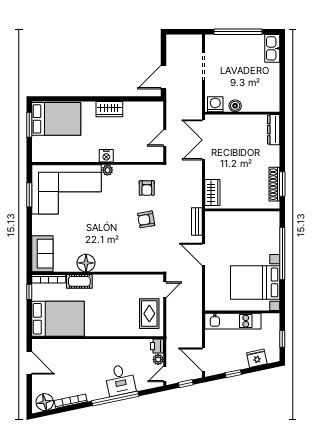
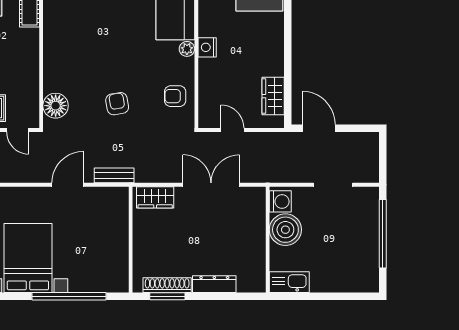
kitchen sink: (272, 48) -> (289, 282), moved
boiler: (235, 106) -> (285, 230), width x1.86, depth x1.86
wardrobe: (109, 109) -> (273, 96), moved
dresser: (274, 130) -> (214, 284), moved
double door: (203, 140) -> (211, 185), moved
armchair: (147, 188) -> (175, 96), moved
floor lamp: (86, 263) -> (56, 106), moved

